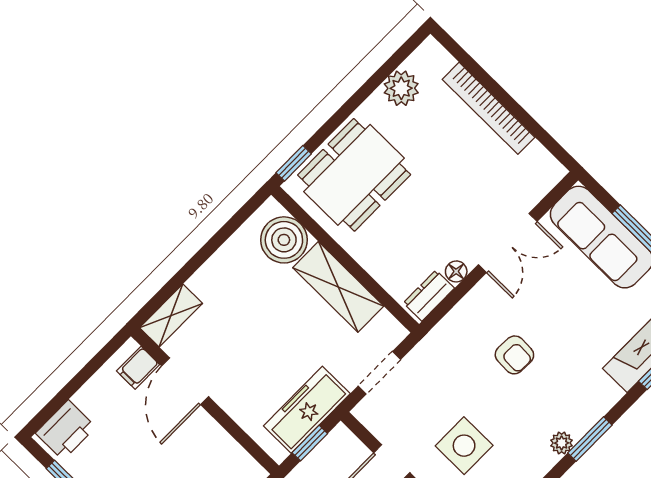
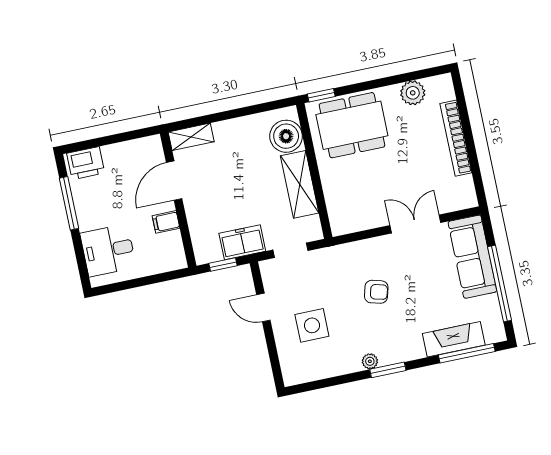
double door: (508, 243) -> (415, 224), swing flipped
floor lamp: (456, 271) -> (374, 221), removed
dresser: (429, 296) -> (349, 224), removed
armchair: (514, 355) -> (376, 292), turned -77
filing cabinet: (138, 368) -> (166, 222), moved
freezer: (307, 410) -> (242, 242), width x0.71

